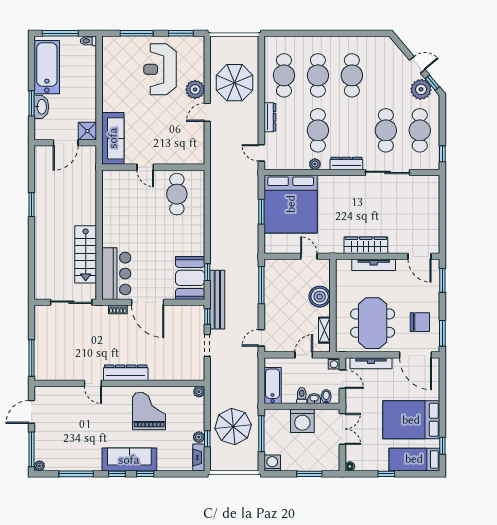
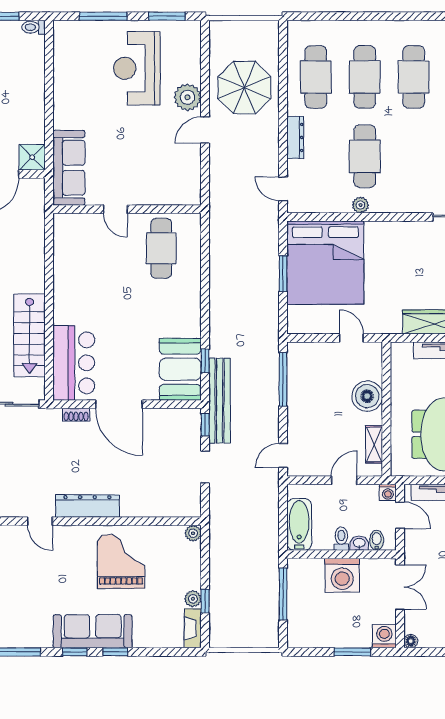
dresser: (346, 163) -> (406, 204), removed
parasol: (233, 426) -> (242, 584), removed
washing machine: (272, 463) -> (384, 636), moved

